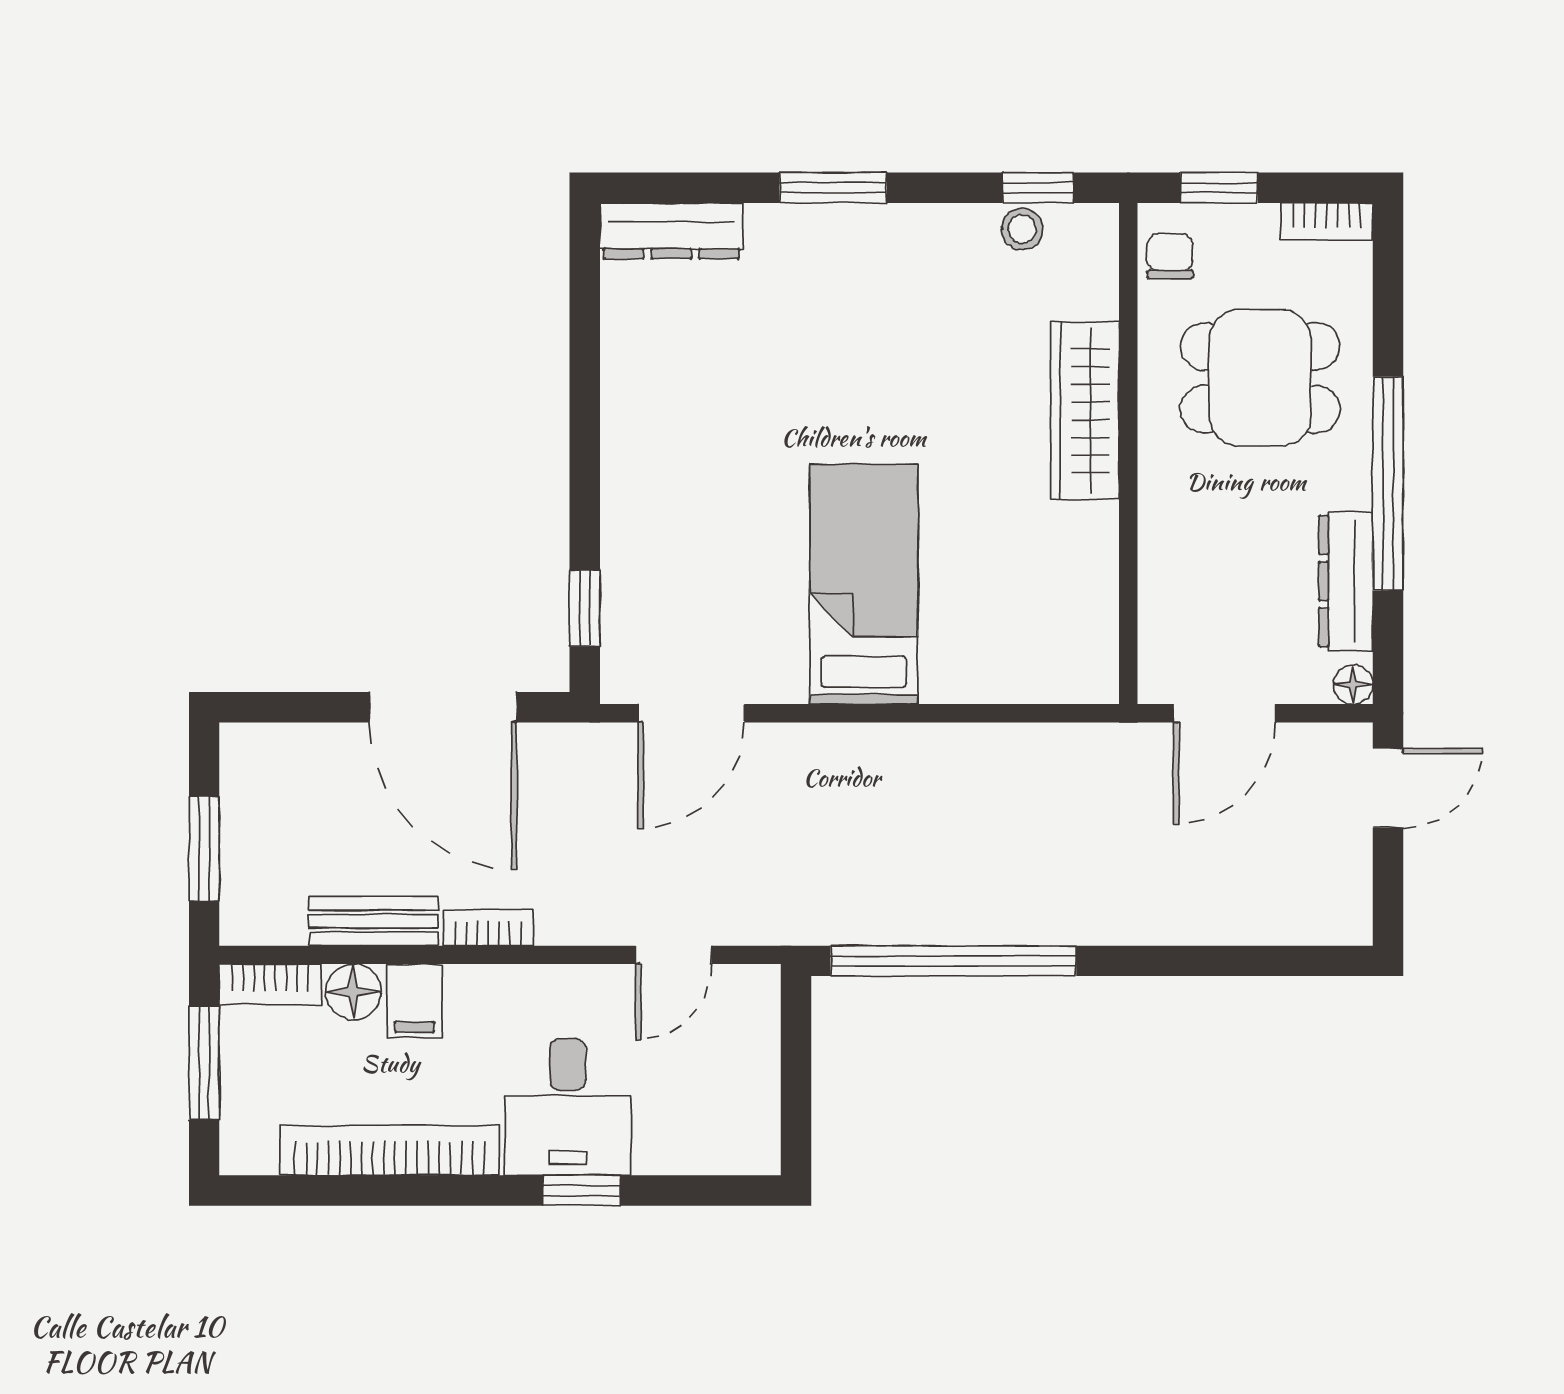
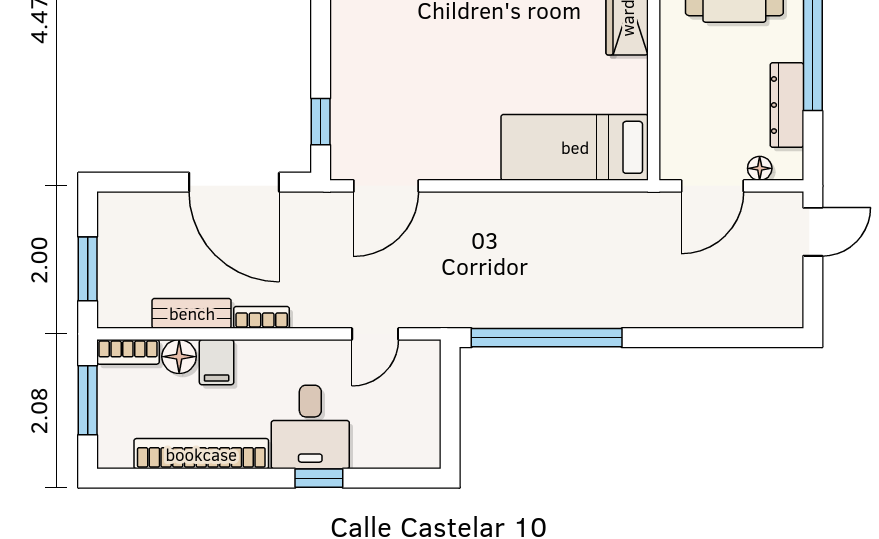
bed: (864, 584) -> (575, 147), moved, turned -90
floor lamp: (1353, 684) -> (760, 168), moved

